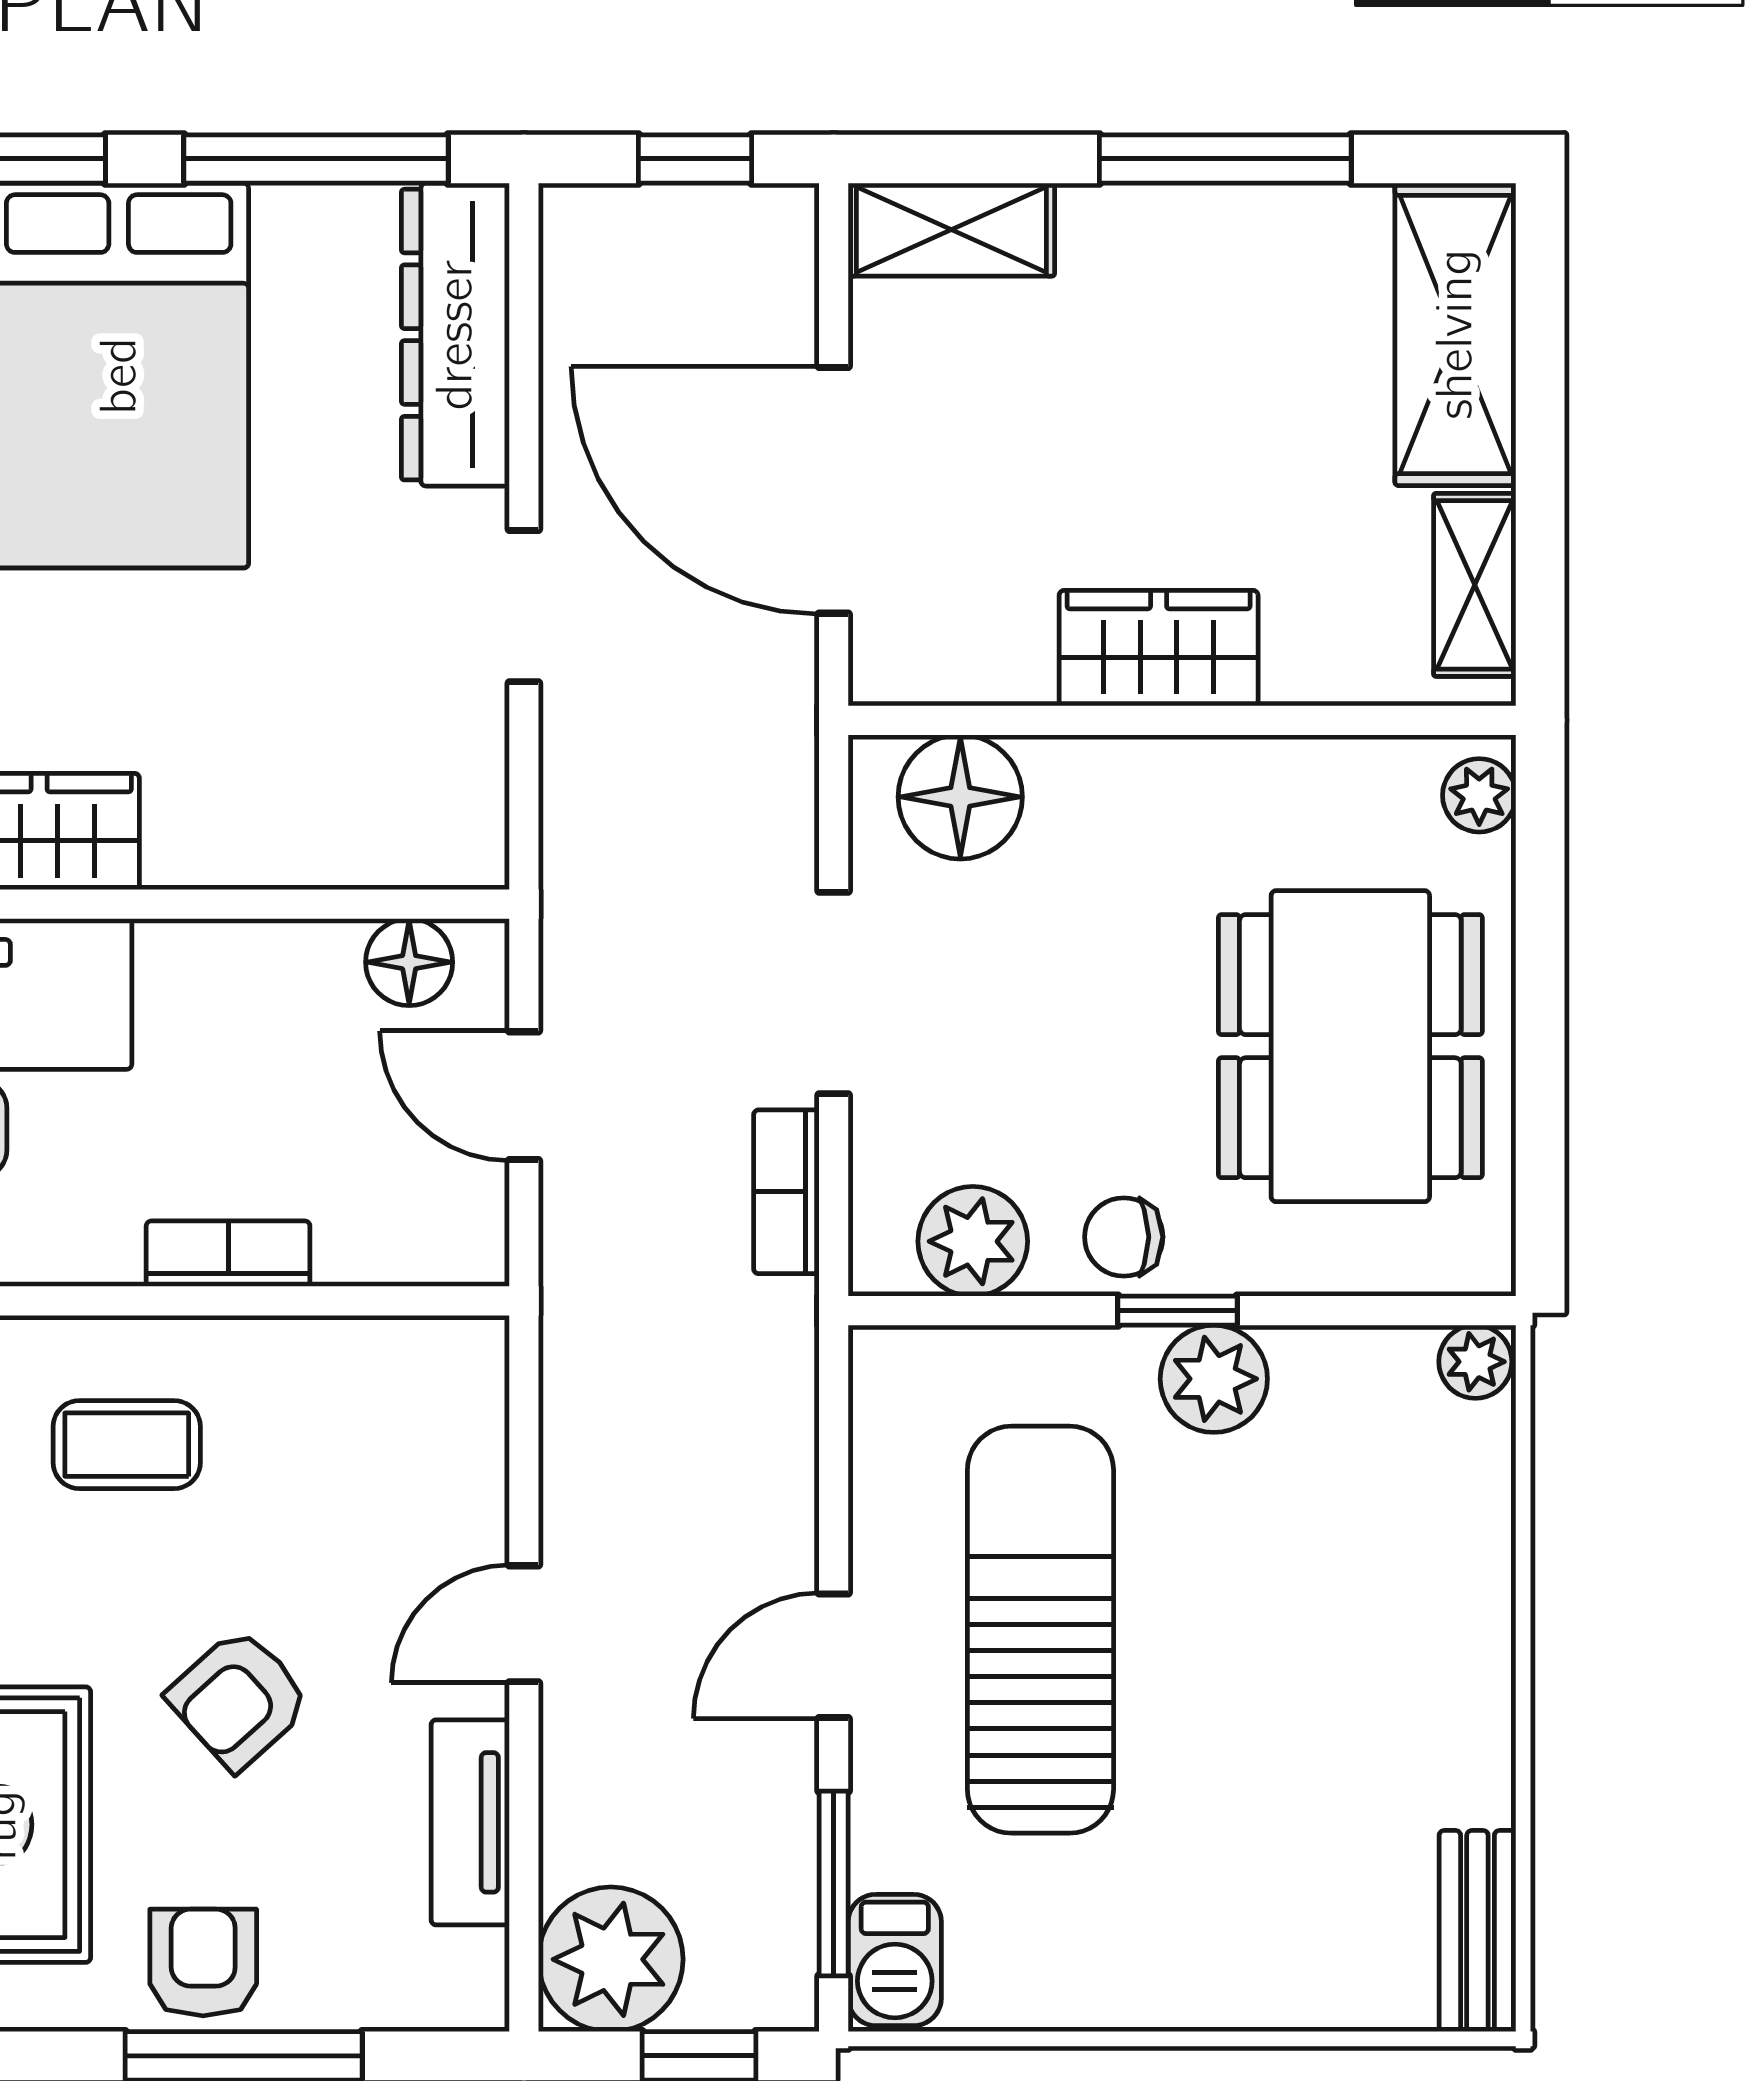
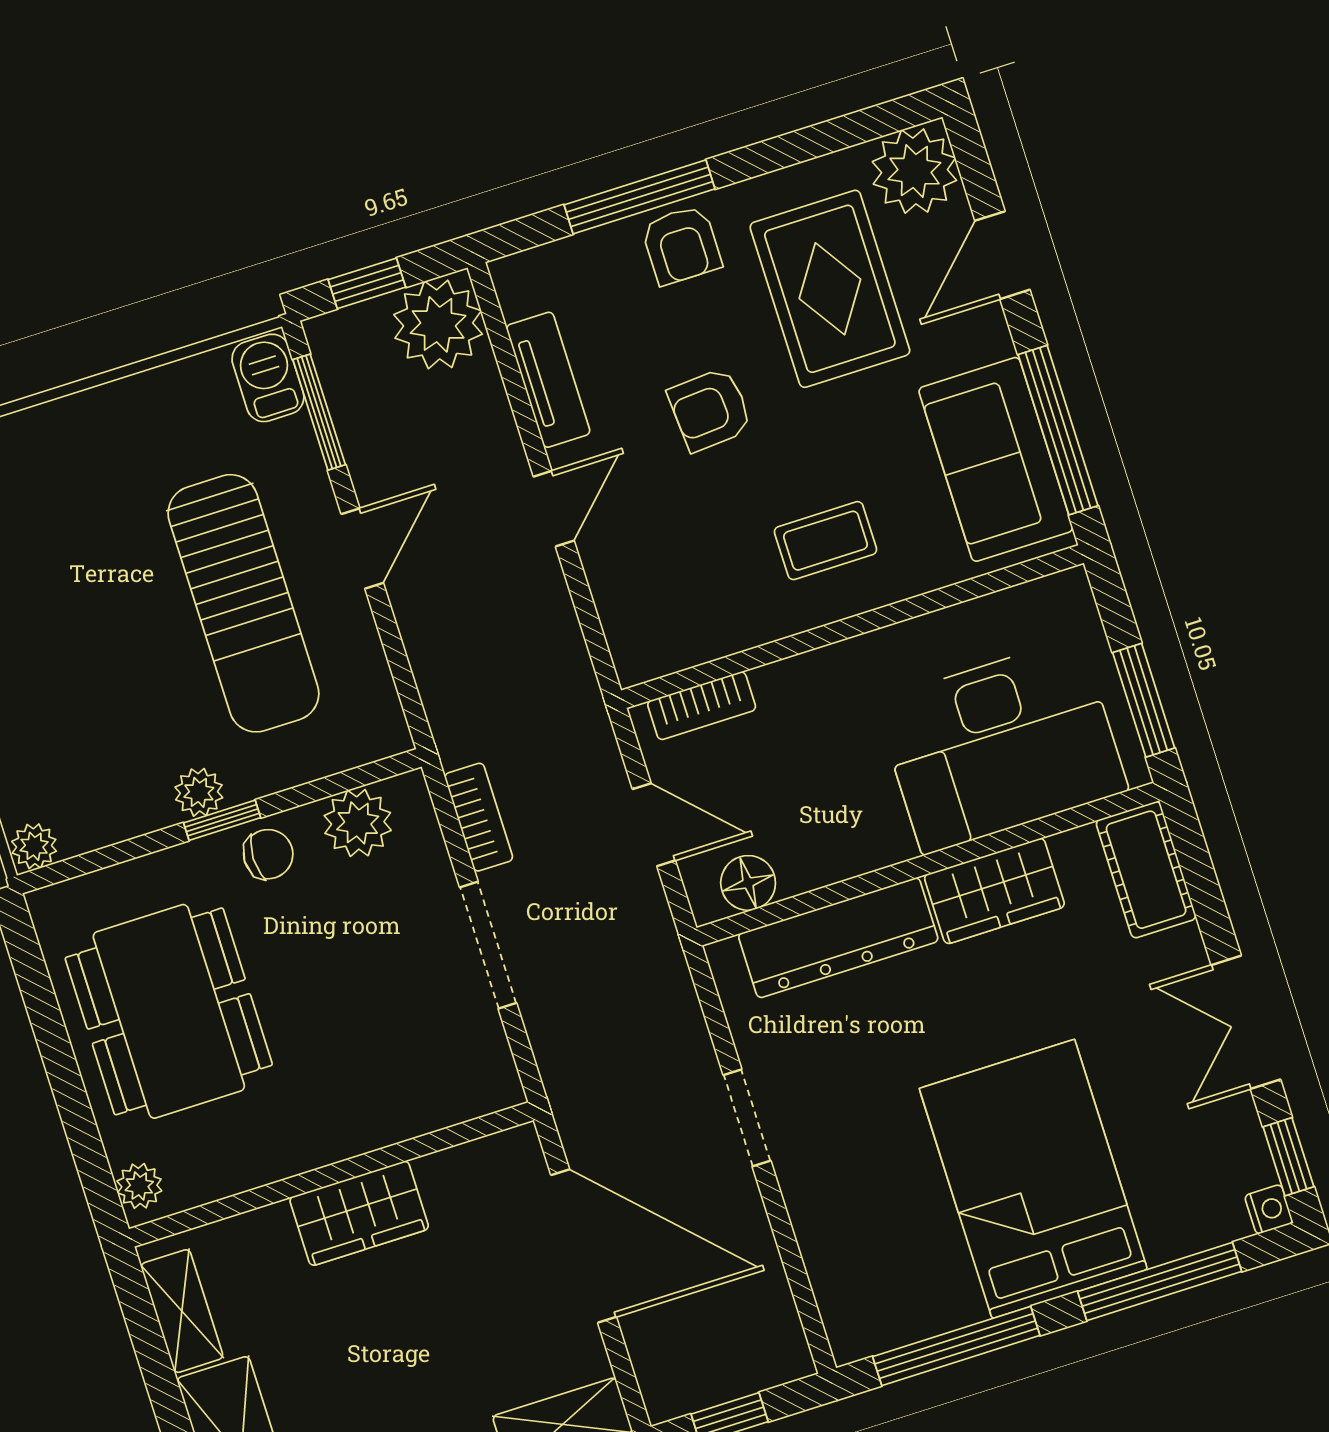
dresser: (455, 335) -> (838, 938), moved, turned 90
floor lamp: (960, 797) -> (450, 1087), removed
bookcase: (228, 1254) -> (702, 706), moved
plant: (1214, 1379) -> (199, 792), width x0.73, depth x0.73
armchair: (239, 1699) -> (710, 410), turned -142

